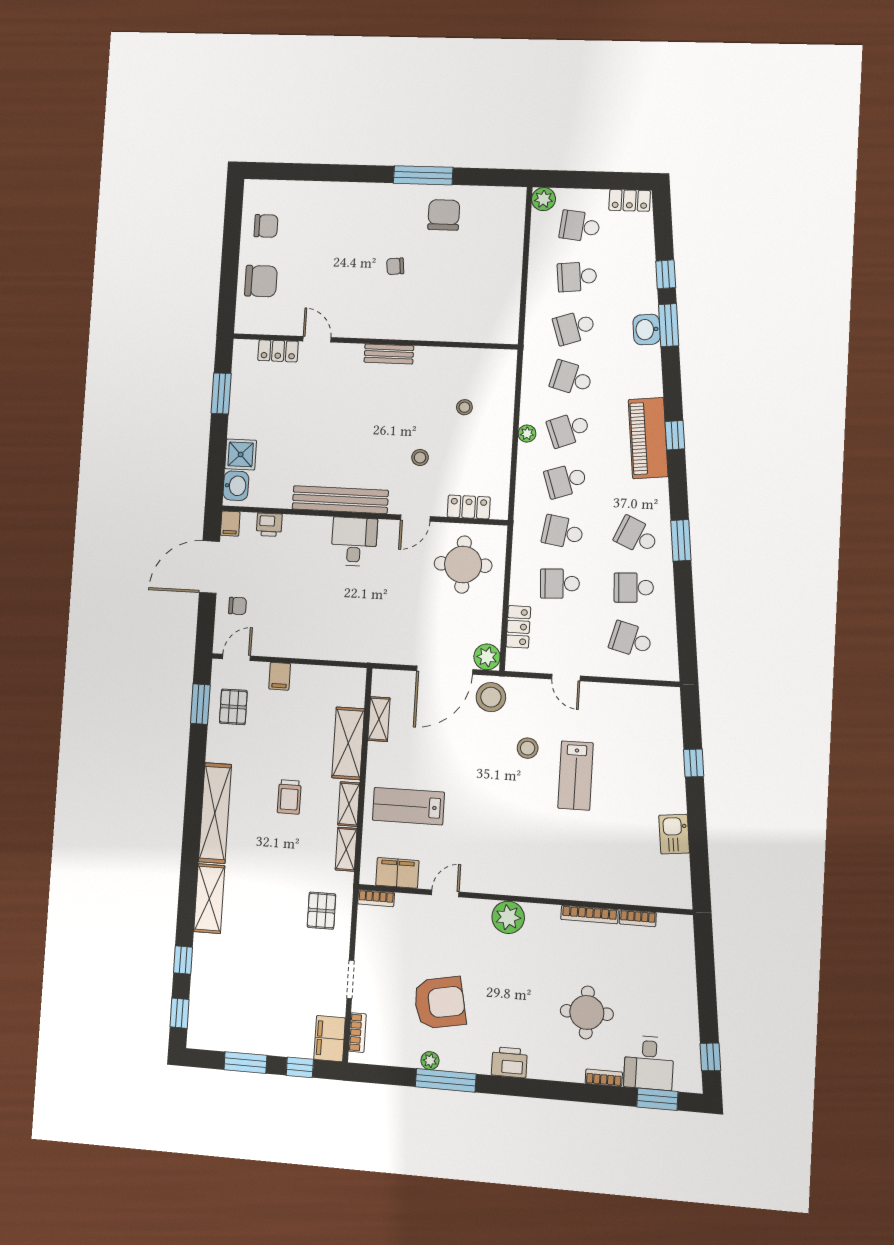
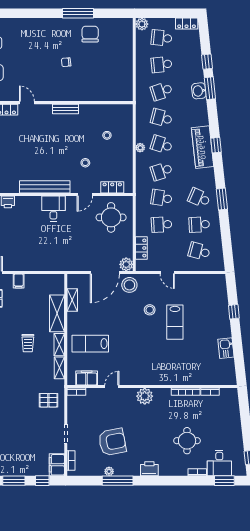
school desk: (568, 429) -> (162, 145), turned 39
pallet: (321, 911) -> (48, 400), turned 90

